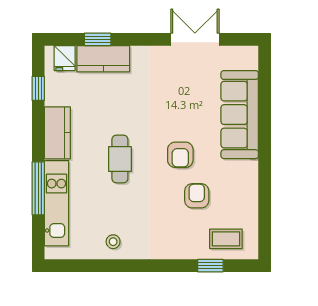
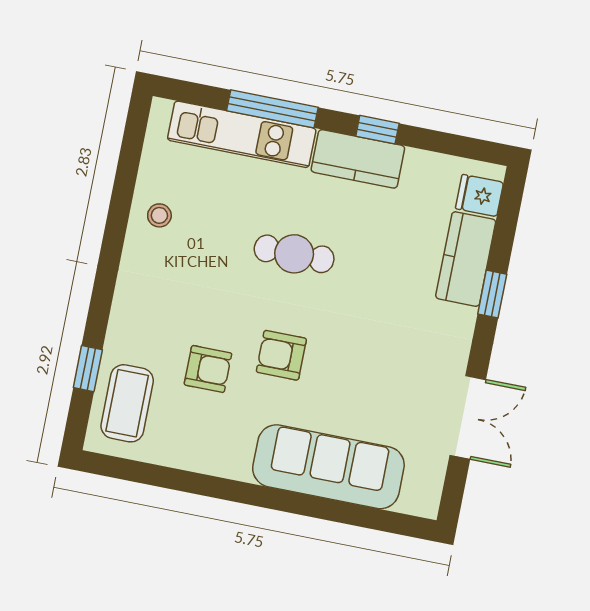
window: (98, 39) -> (492, 294), moved
window: (38, 88) -> (377, 130), moved
coffee table: (226, 239) -> (127, 403), width x1.36, depth x1.30

